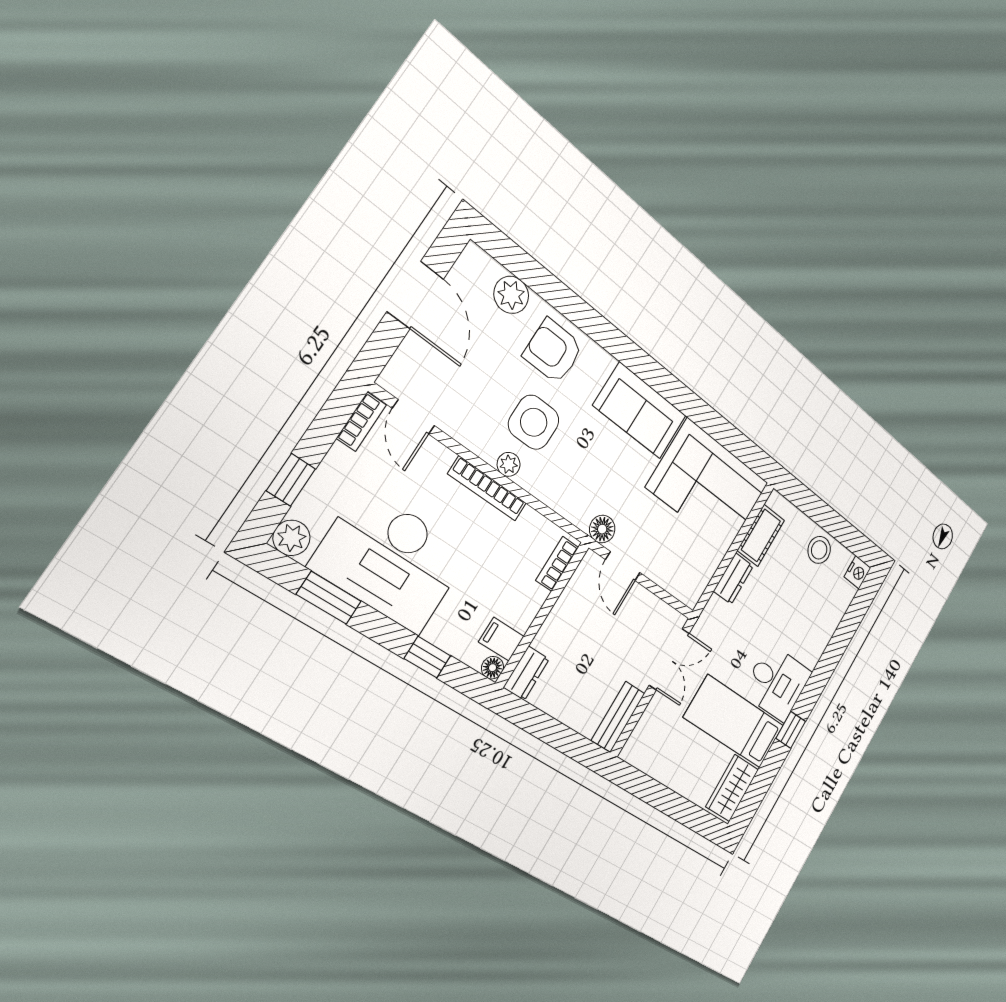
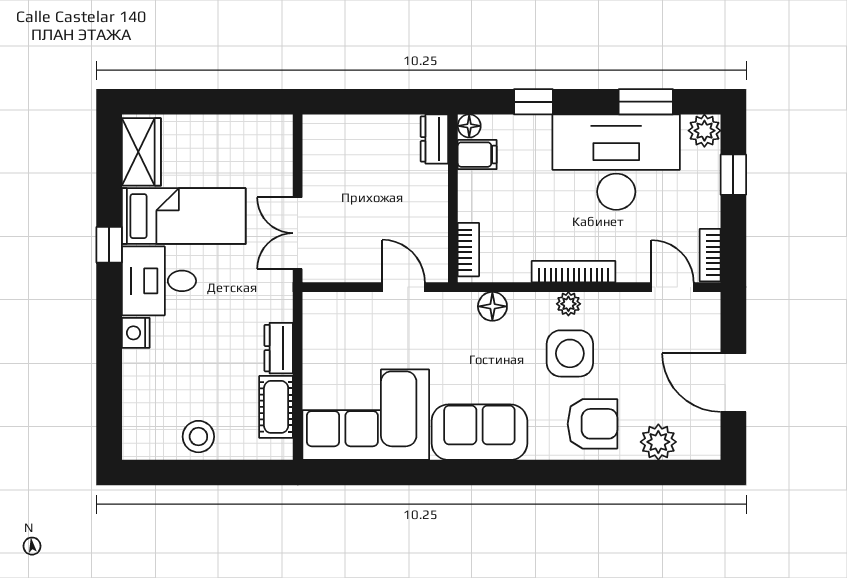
floor lamp: (602, 529) -> (492, 306), moved
nightstand: (857, 572) -> (136, 333), moved
bench: (618, 717) -> (316, 151), removed

